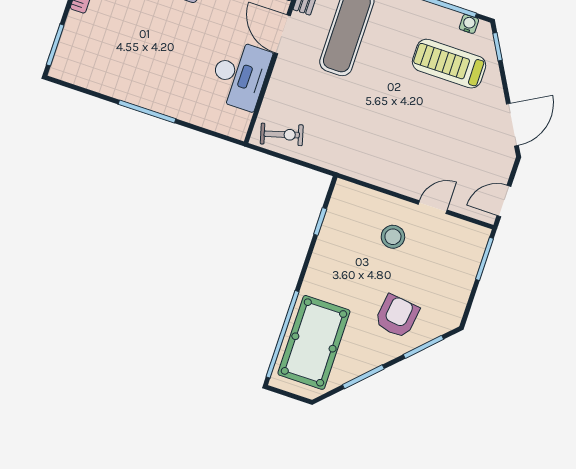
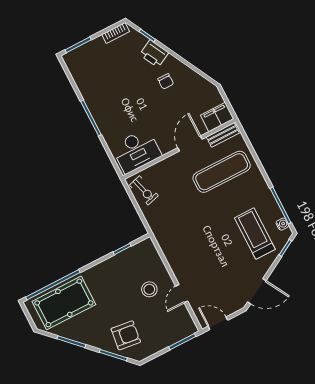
desk: (240, 75) -> (136, 151), moved
door: (433, 207) -> (182, 294), swing flipped
armchair: (397, 316) -> (126, 335), moved

